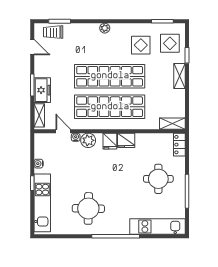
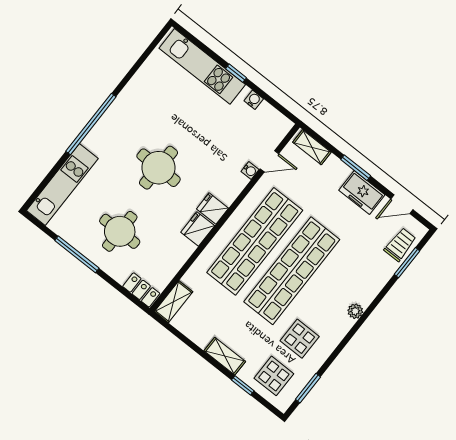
freezer: (42, 90) -> (362, 193), moved
plant: (88, 140) -> (234, 183), removed
round table: (88, 208) -> (159, 168), moved

